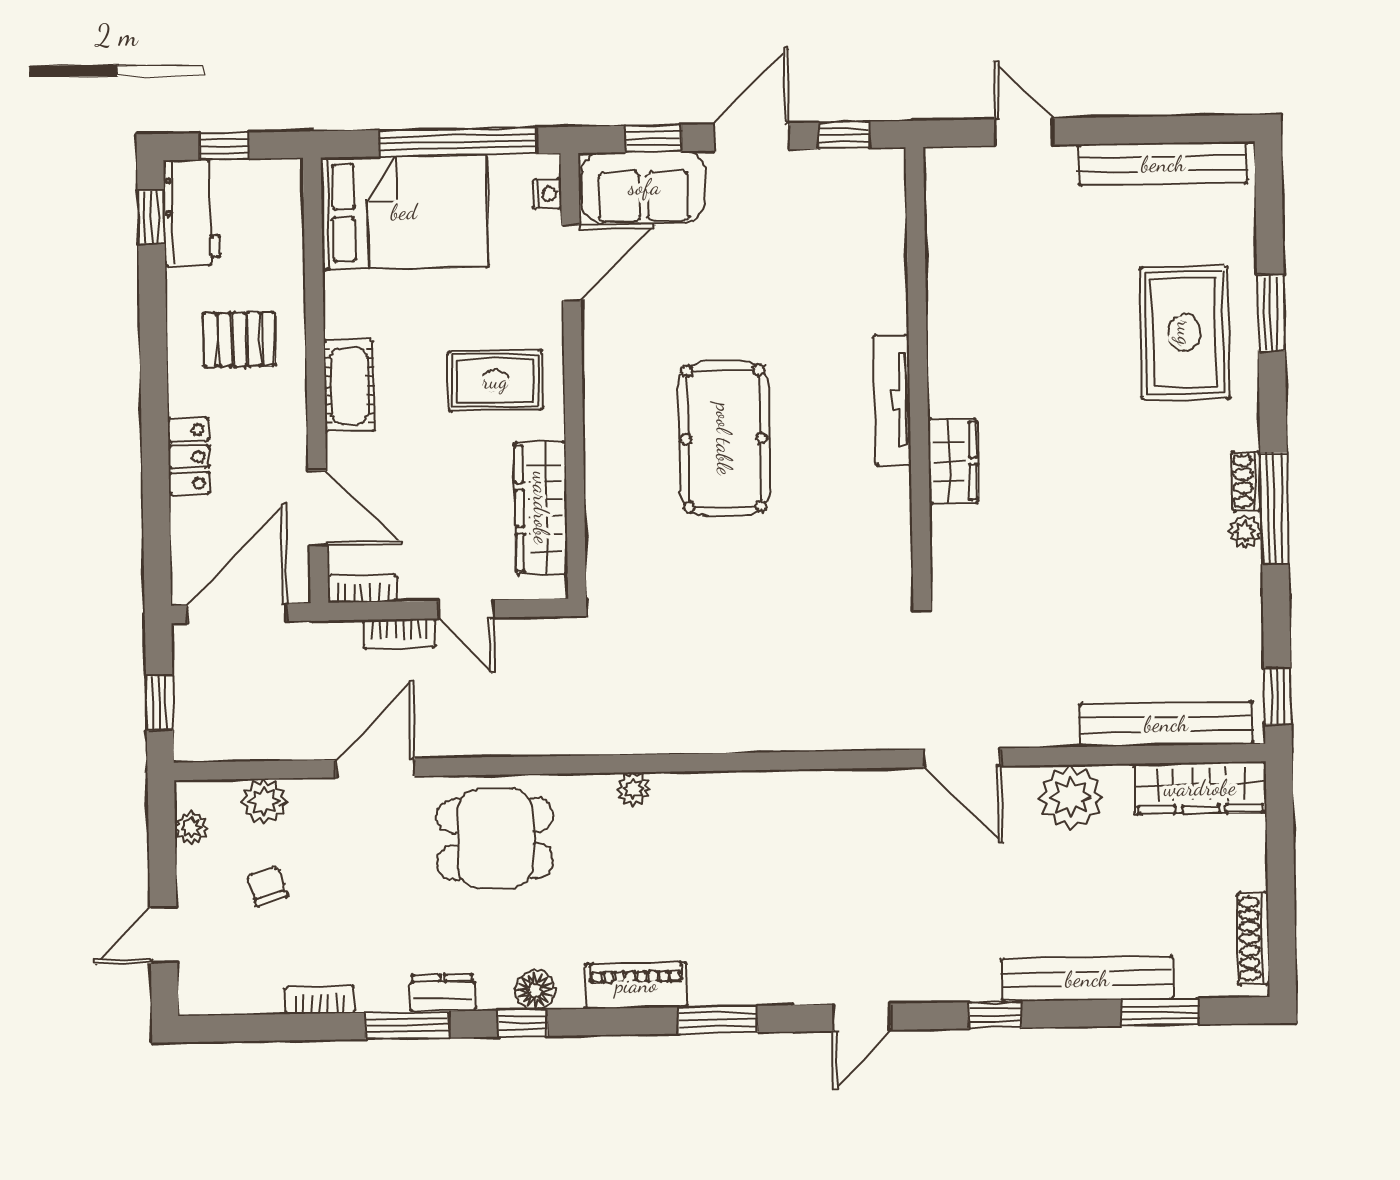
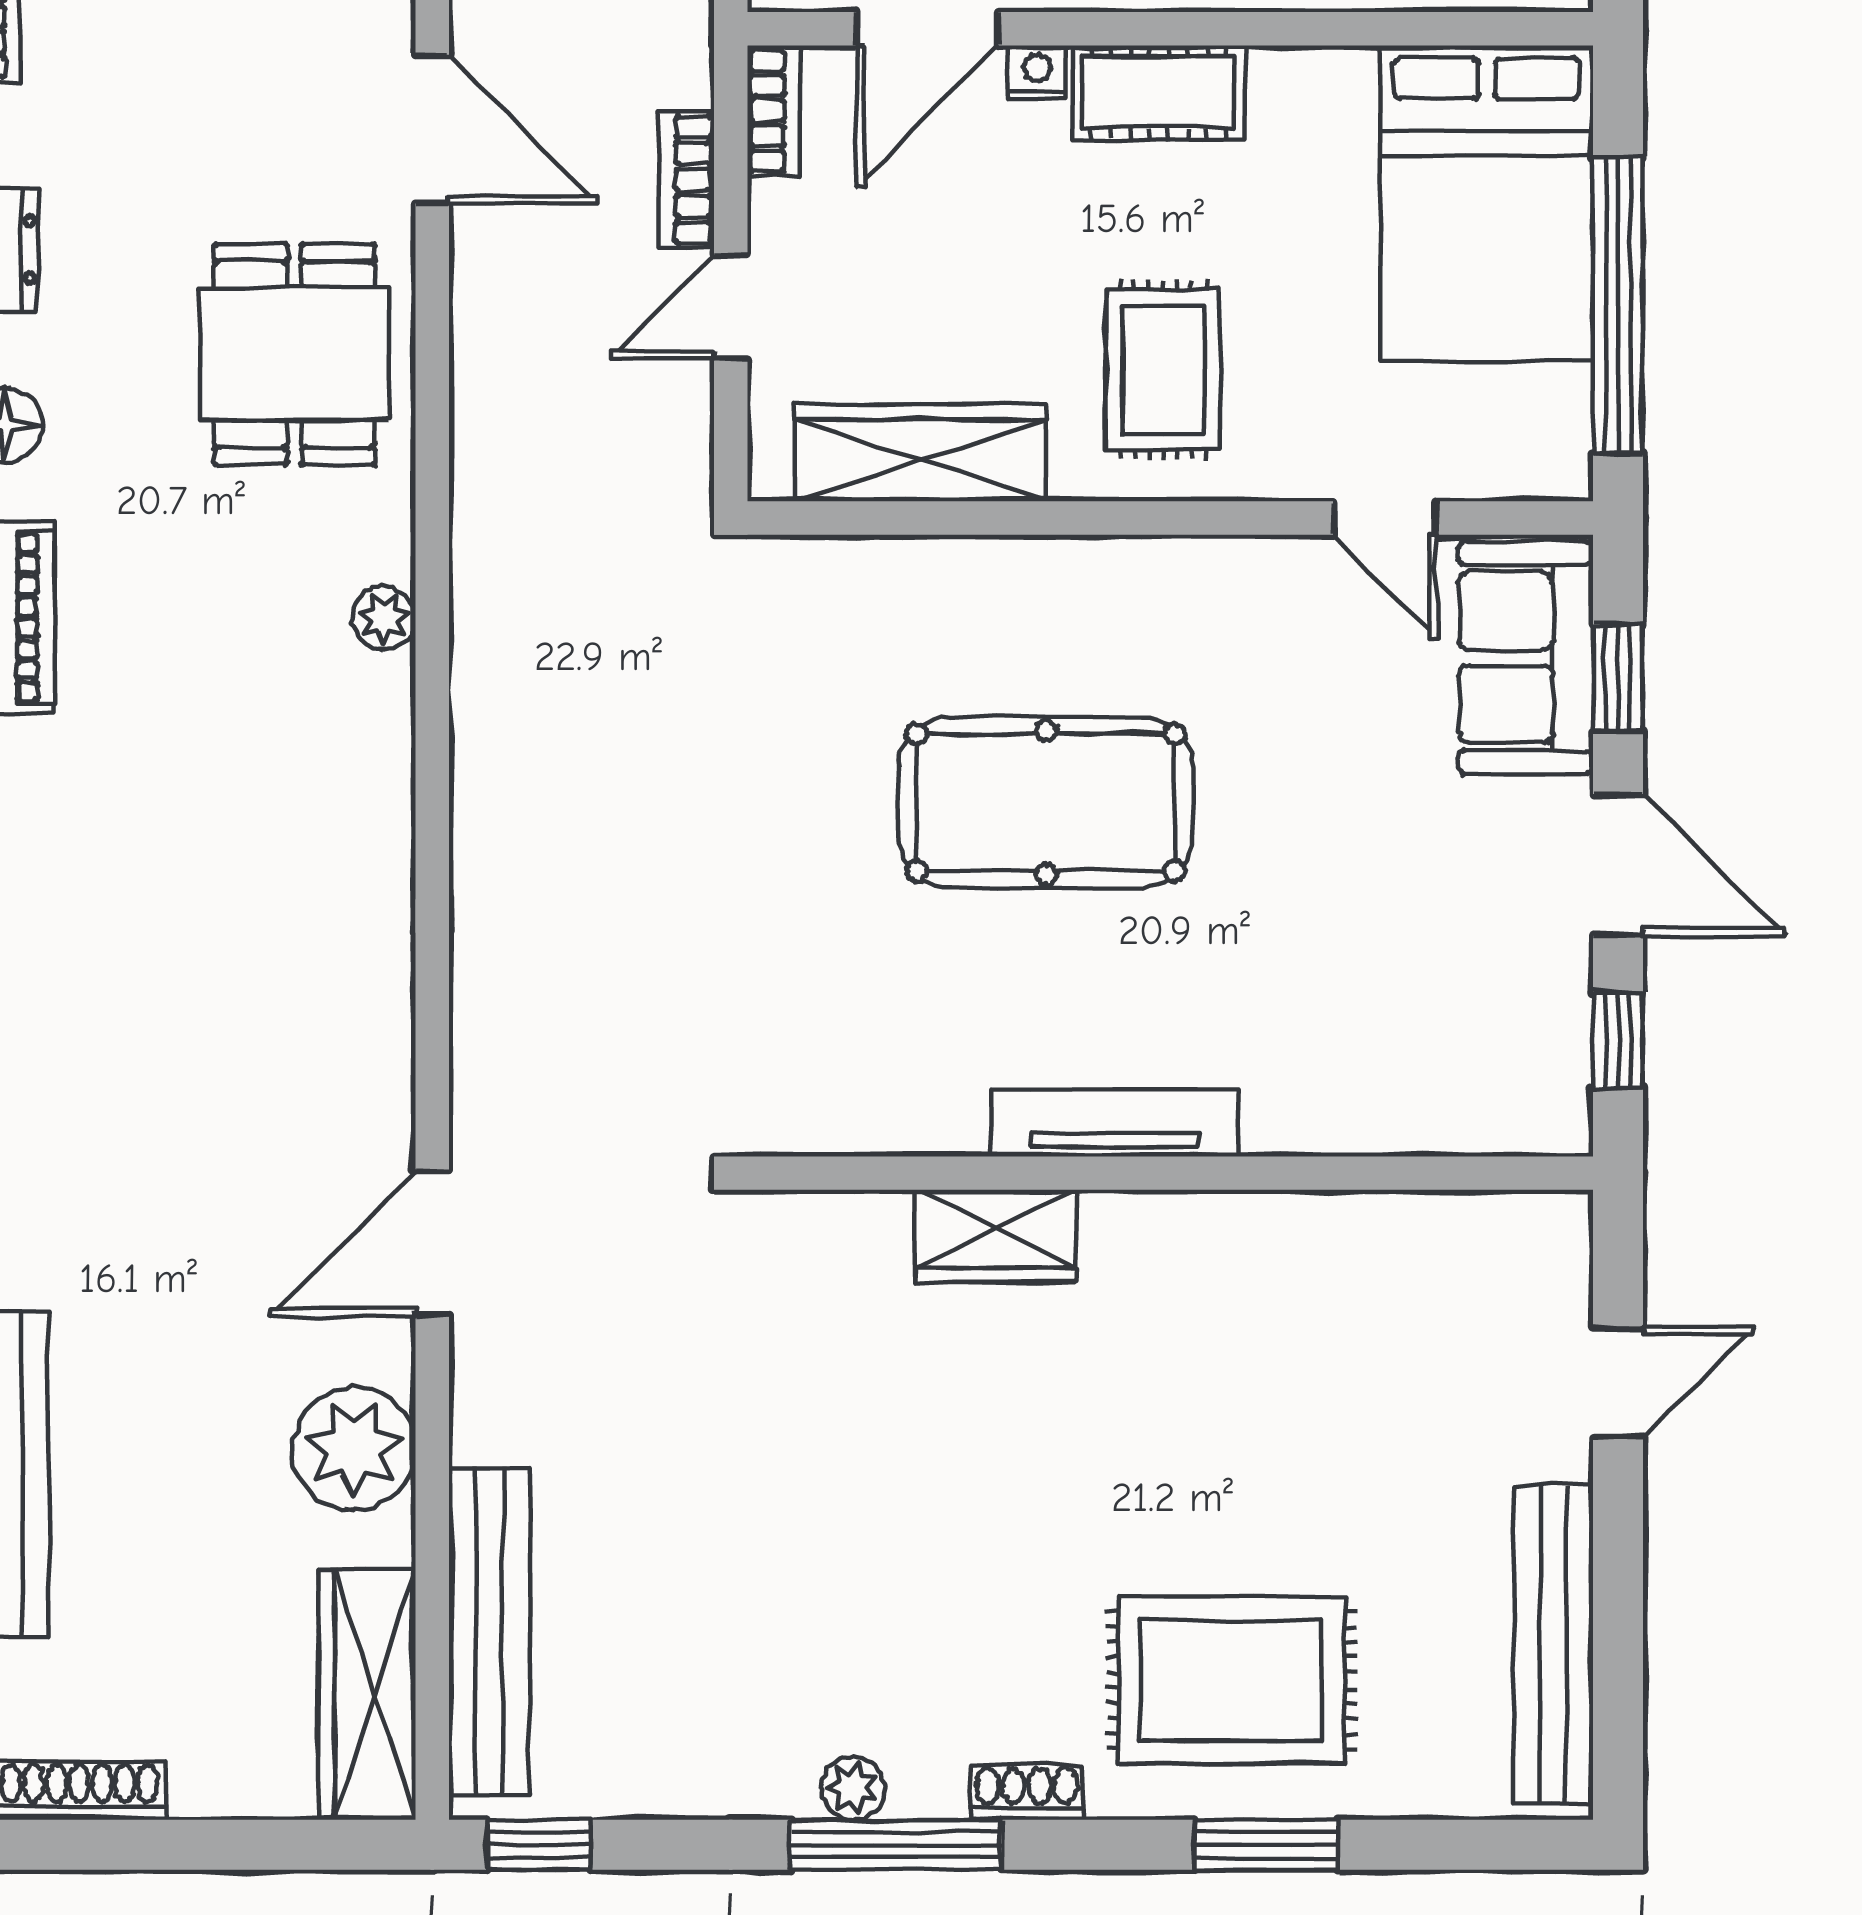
nightstand: (547, 194) -> (1037, 72), moved, turned 180
door: (571, 263) -> (1385, 518), width x0.73
shoe rack: (1246, 481) -> (1027, 1792), moved

